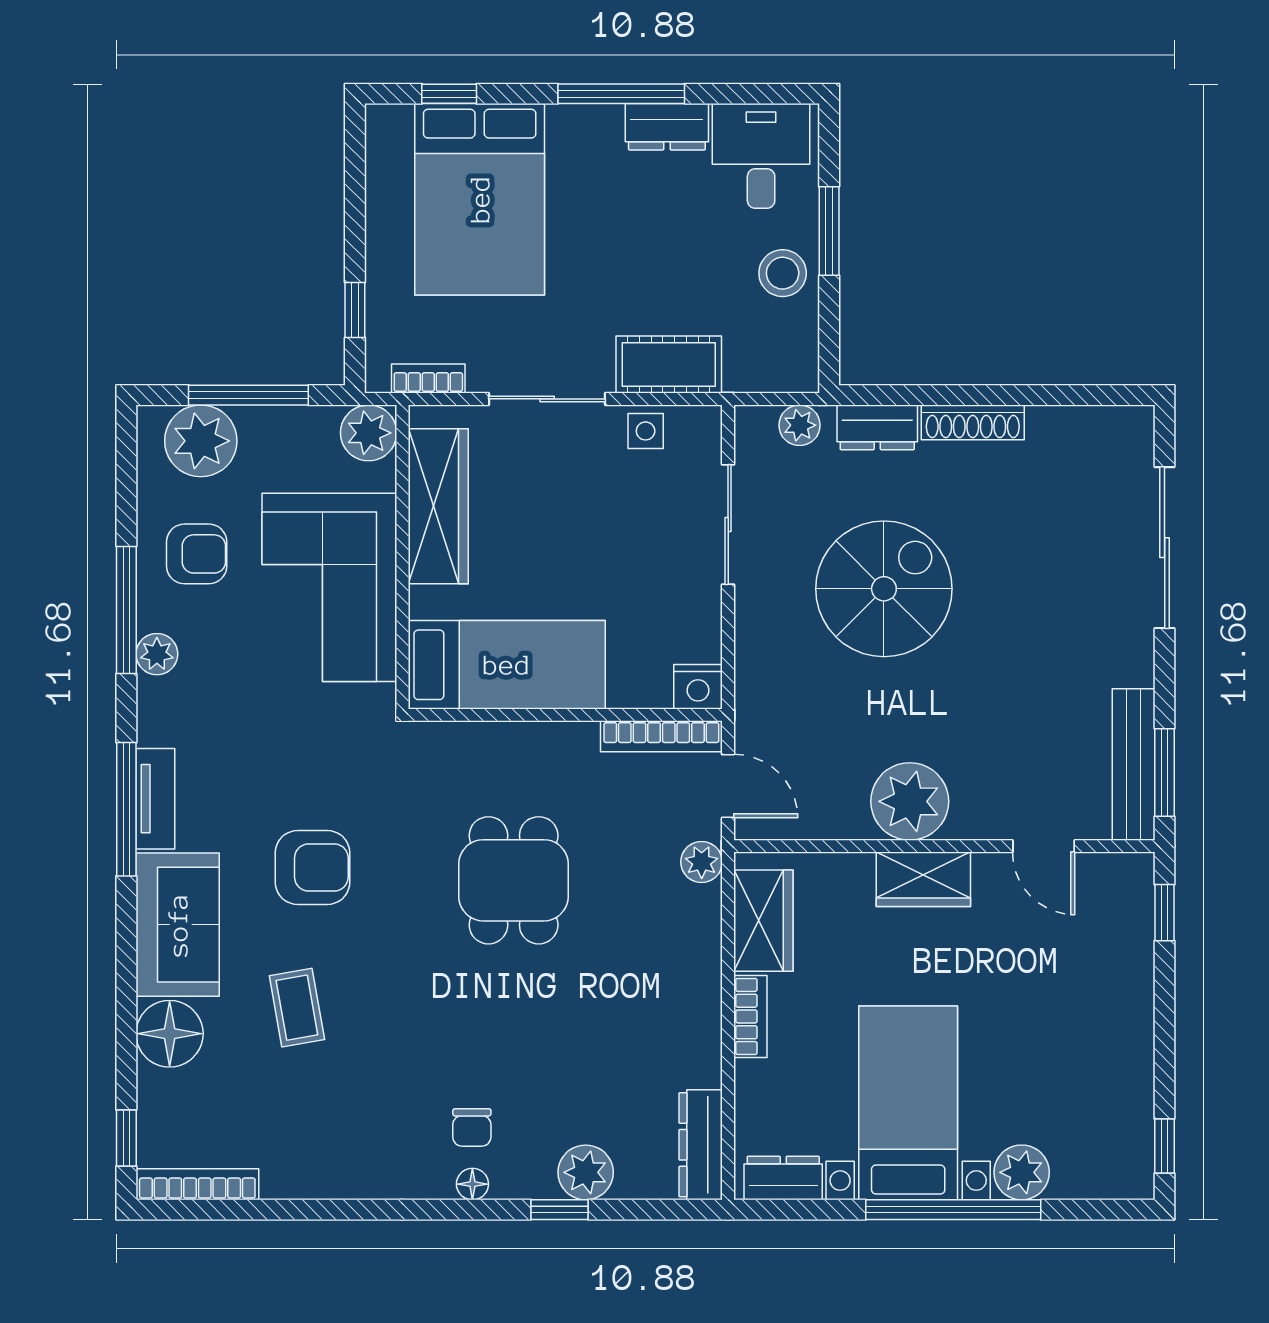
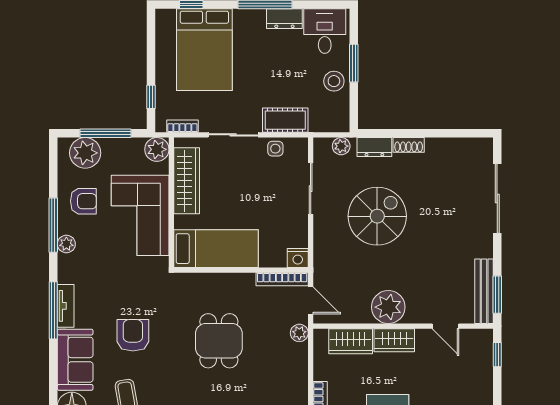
shoe rack: (973, 422) -> (409, 145), width x0.70
armchair: (312, 867) -> (133, 335), turned -90
wardrobe: (763, 921) -> (351, 341), moved, turned 90

